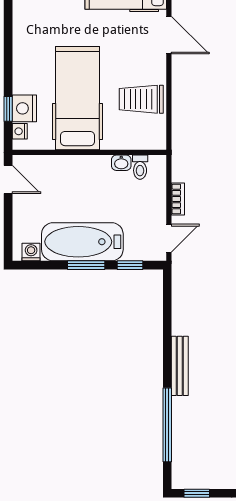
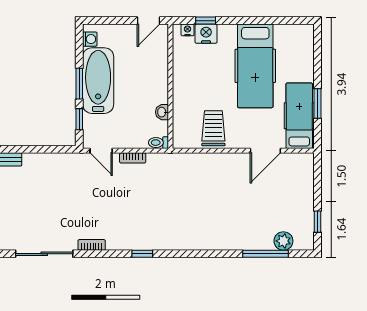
hospital bed: (78, 98) -> (255, 66), moved, turned 90
toilet: (140, 167) -> (158, 143), moved

